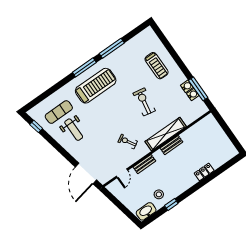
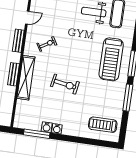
treadmill: (157, 66) -> (103, 125), moved
water cooler: (193, 94) -> (57, 129), moved
door: (122, 173) -> (27, 18), swing flipped

